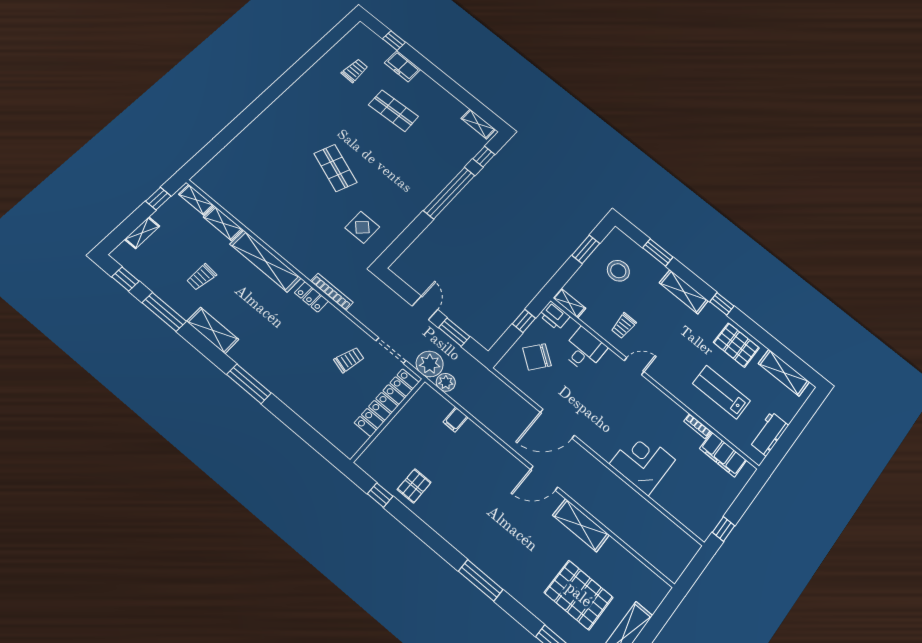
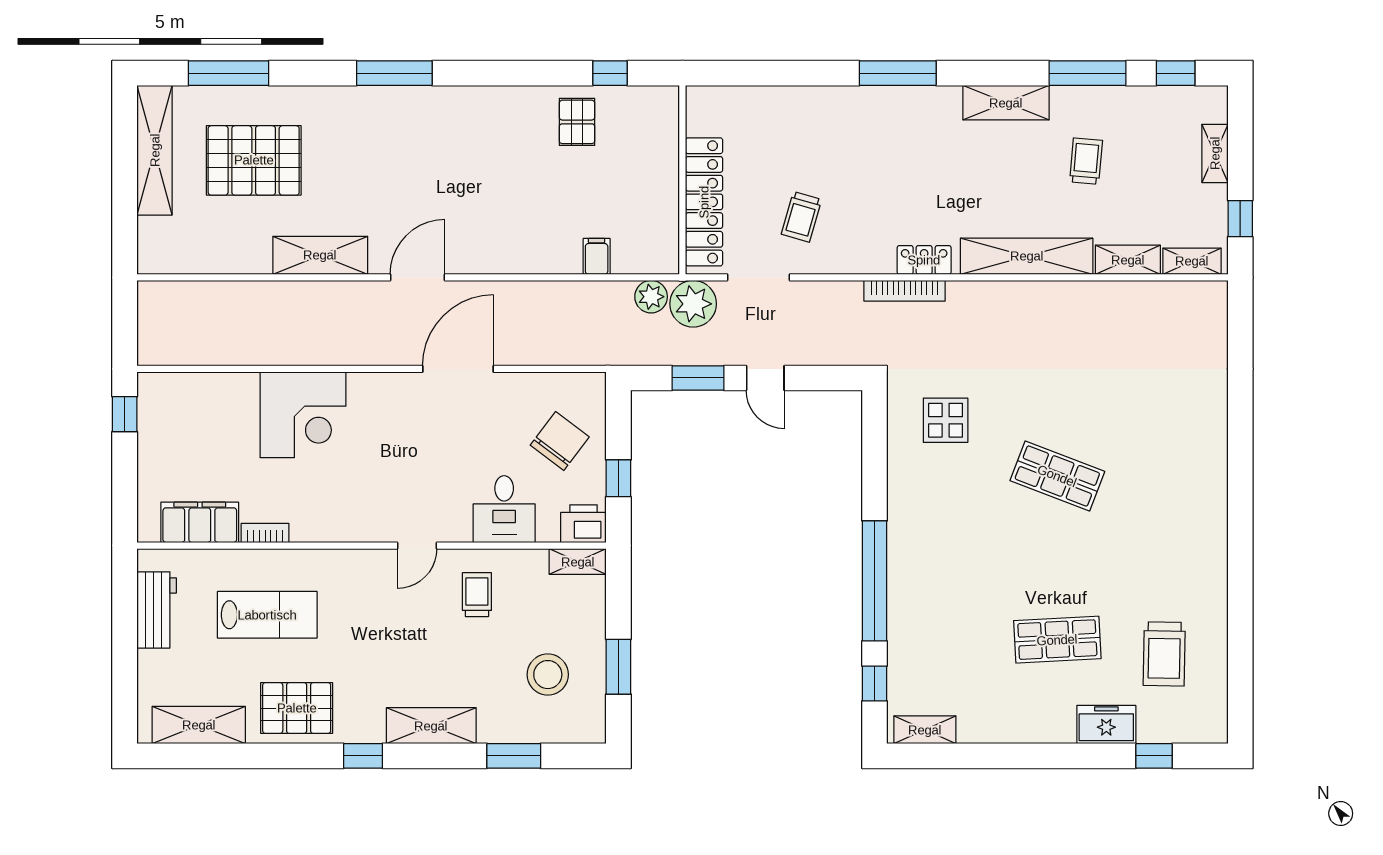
trolley: (355, 71) -> (1164, 654), width x1.36, depth x1.39

